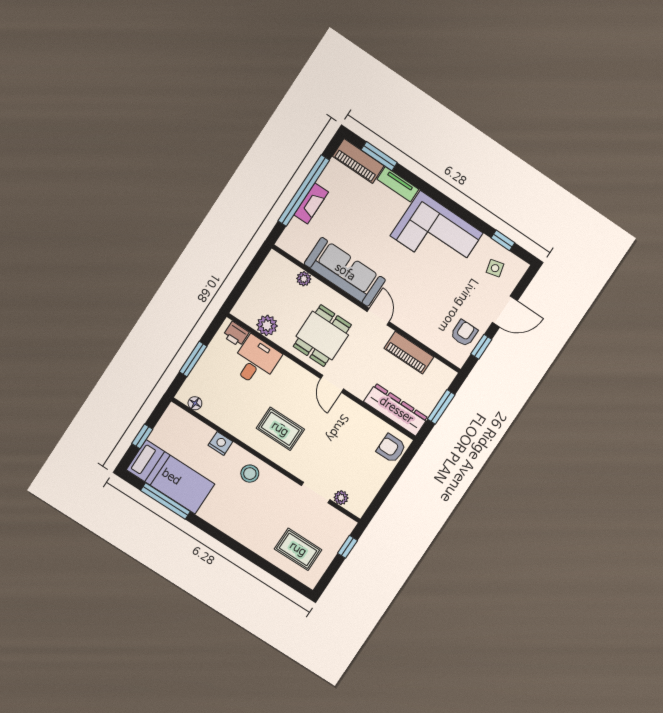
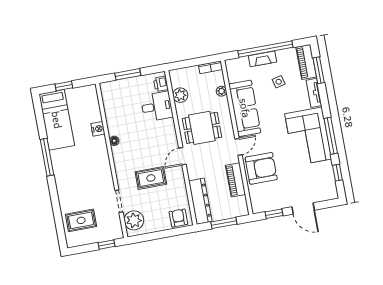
window: (459, 210) -> (331, 136), added
bookcase: (268, 266) -> (211, 67), added
side table: (495, 268) -> (279, 82), moved
armchair: (464, 333) -> (261, 168), moved, width x1.88, depth x1.88
floor lamp: (195, 403) -> (114, 141), moved
rug: (280, 429) -> (151, 178), moved, turned 90
stool: (250, 474) -> (97, 158), removed
plant: (341, 498) -> (134, 220), width x1.88, depth x1.88
window: (165, 501) -> (47, 157), moved
rug: (298, 549) -> (81, 220), turned 90

